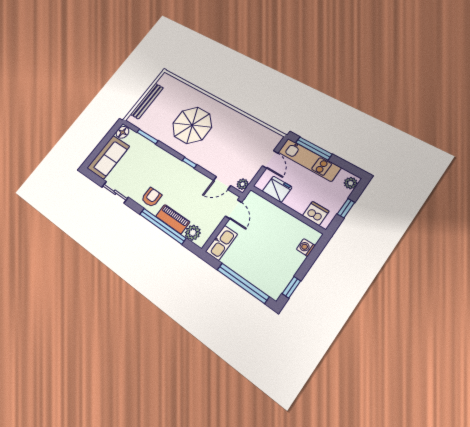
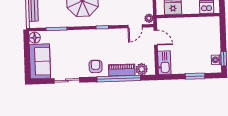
washing machine: (306, 247) -> (216, 60), moved
window: (243, 283) -> (195, 76), width x0.47

